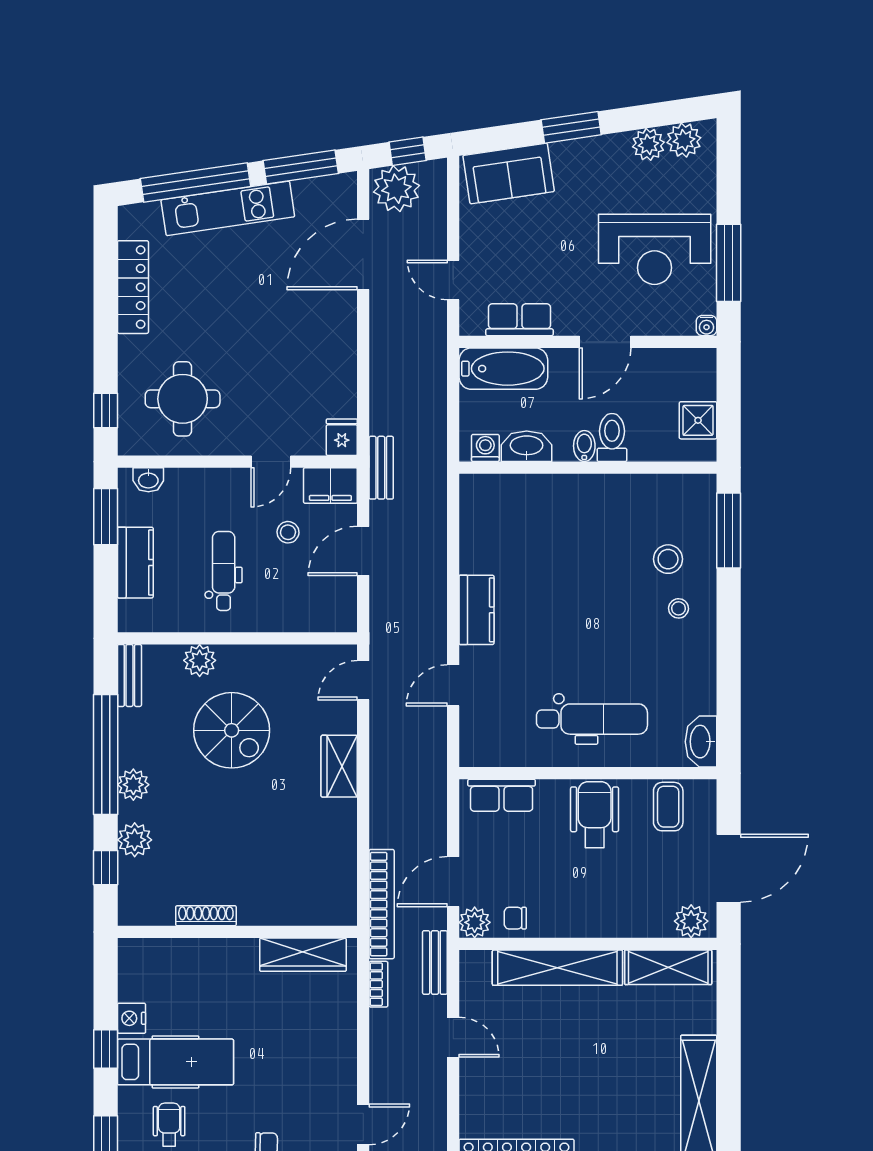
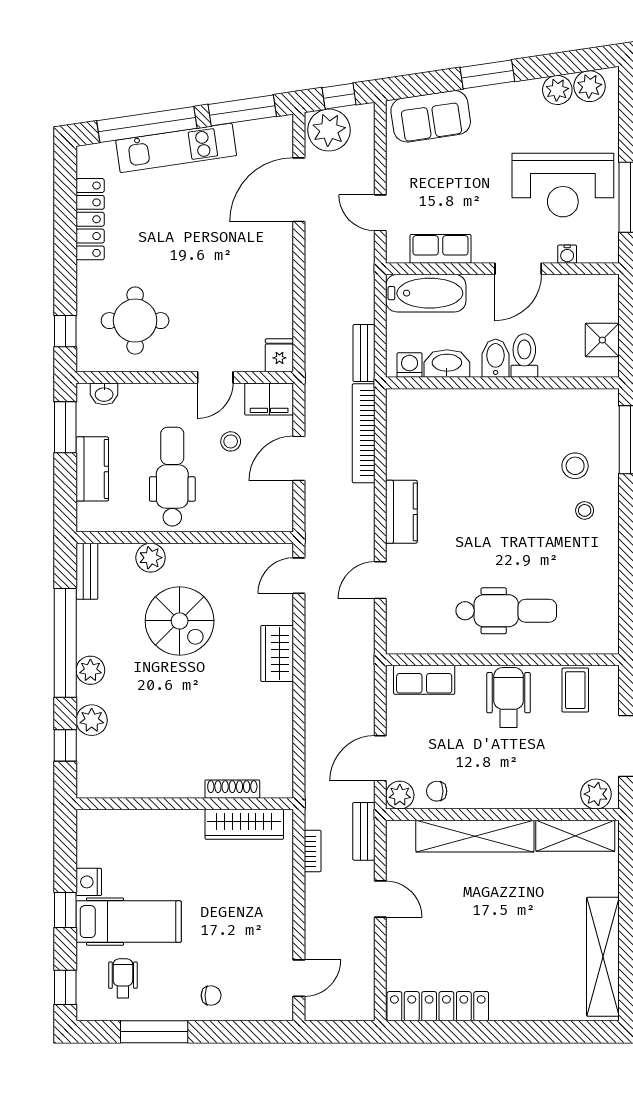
water cooler: (706, 326) -> (567, 254), moved
bidet: (584, 446) -> (496, 358), width x1.38, depth x1.36
bench: (381, 468) -> (364, 353), moved
dental chair: (224, 571) -> (172, 477), width x1.36, depth x1.38
washbasin: (701, 742) -> (605, 631), removed
bookcase: (382, 904) -> (364, 433), moved, turned 180
shoe rack: (206, 916) -> (232, 789), moved

